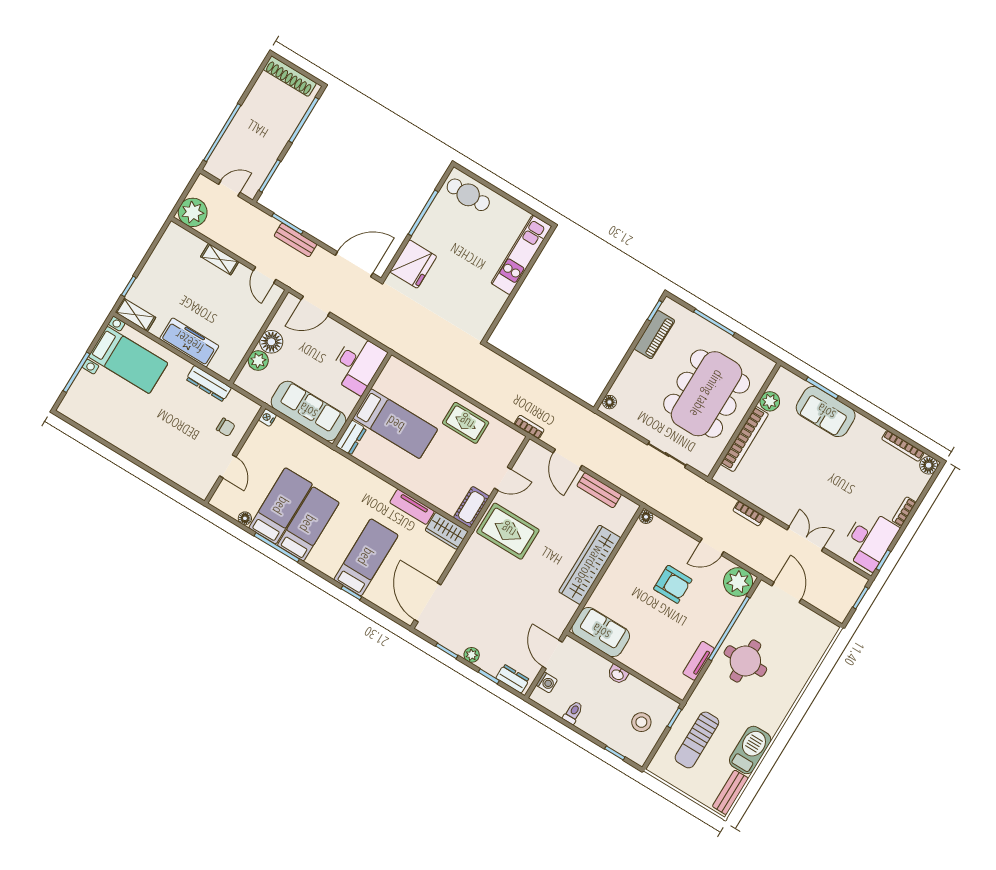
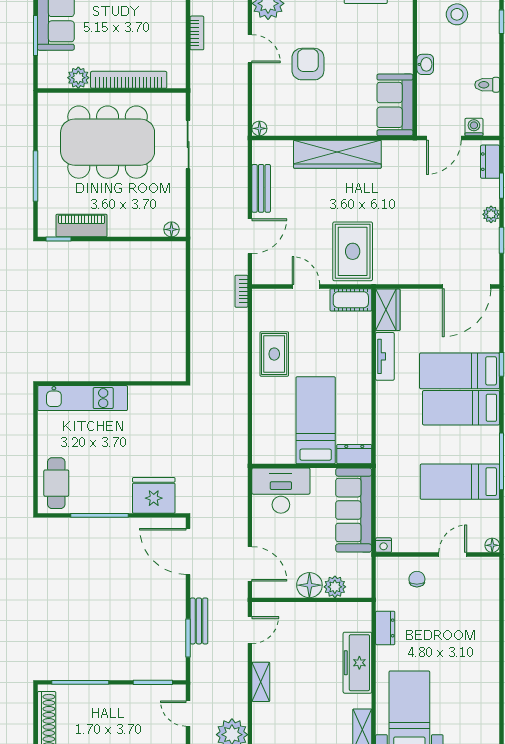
dresser: (209, 384) -> (385, 628), width x0.70
floor lamp: (245, 518) -> (492, 545), moved
bed: (308, 524) -> (461, 408), moved

